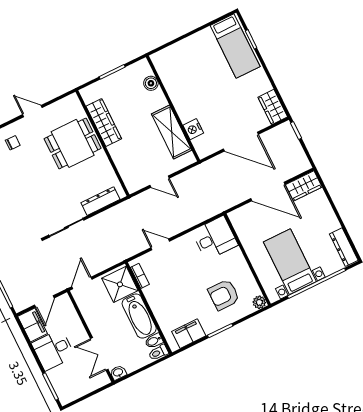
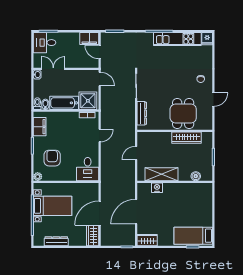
dresser: (344, 247) -> (56, 241), moved
desk: (53, 350) -> (44, 43), moved, turned -90

